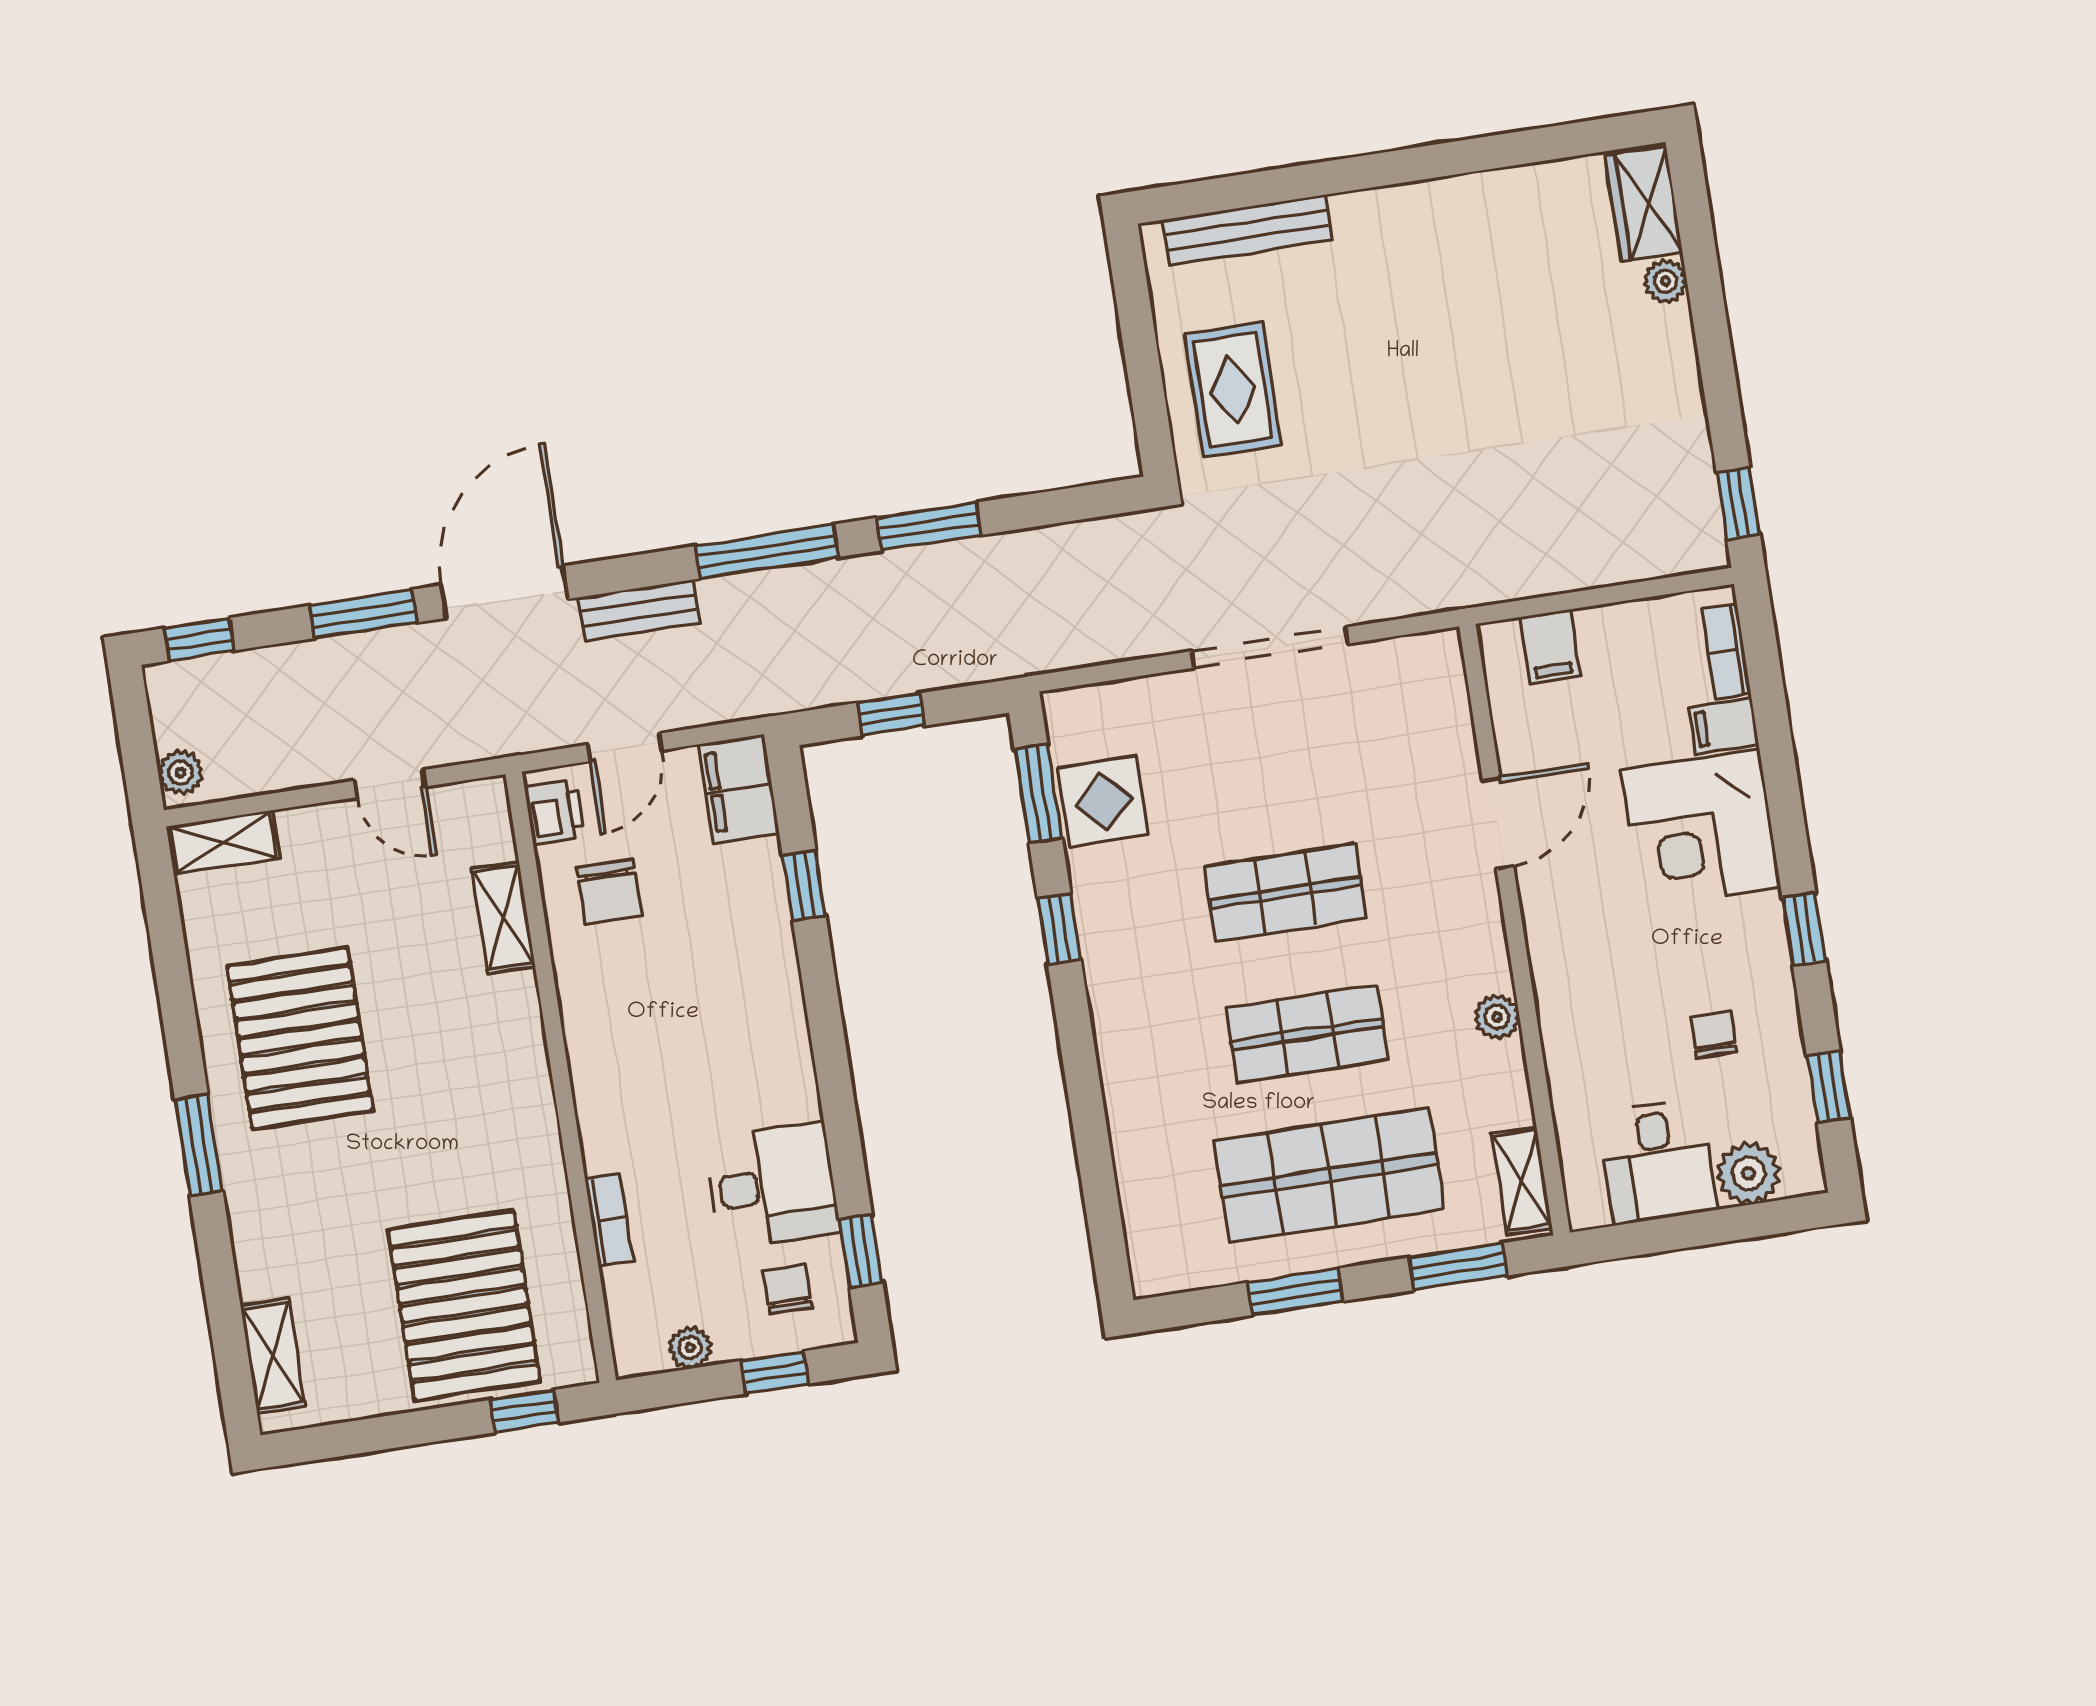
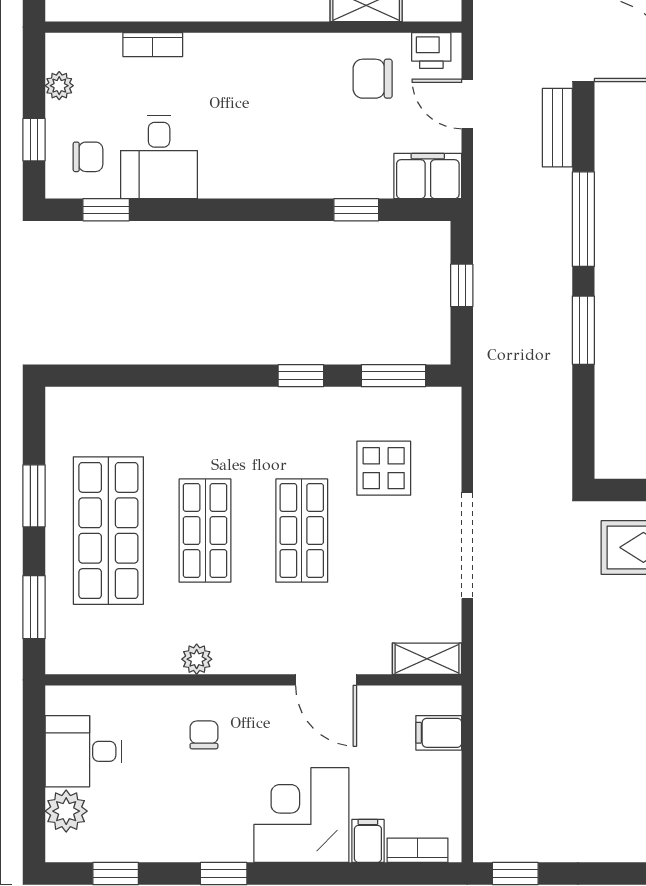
display table: (1103, 801) -> (384, 468), moved
chair: (1713, 1035) -> (204, 735), moved, turned -90
shelving: (1522, 1181) -> (427, 659), moved

